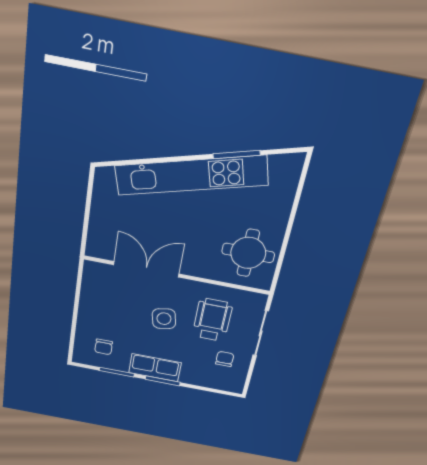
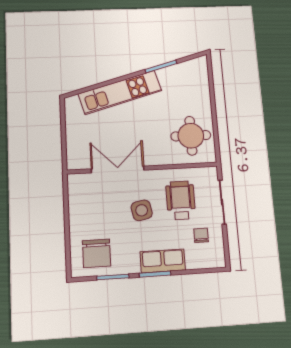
kitchen unit: (191, 175) -> (120, 92), width x0.73
chair: (104, 347) -> (97, 253), width x1.87, depth x1.87
row of seats: (155, 368) -> (163, 261), moved

